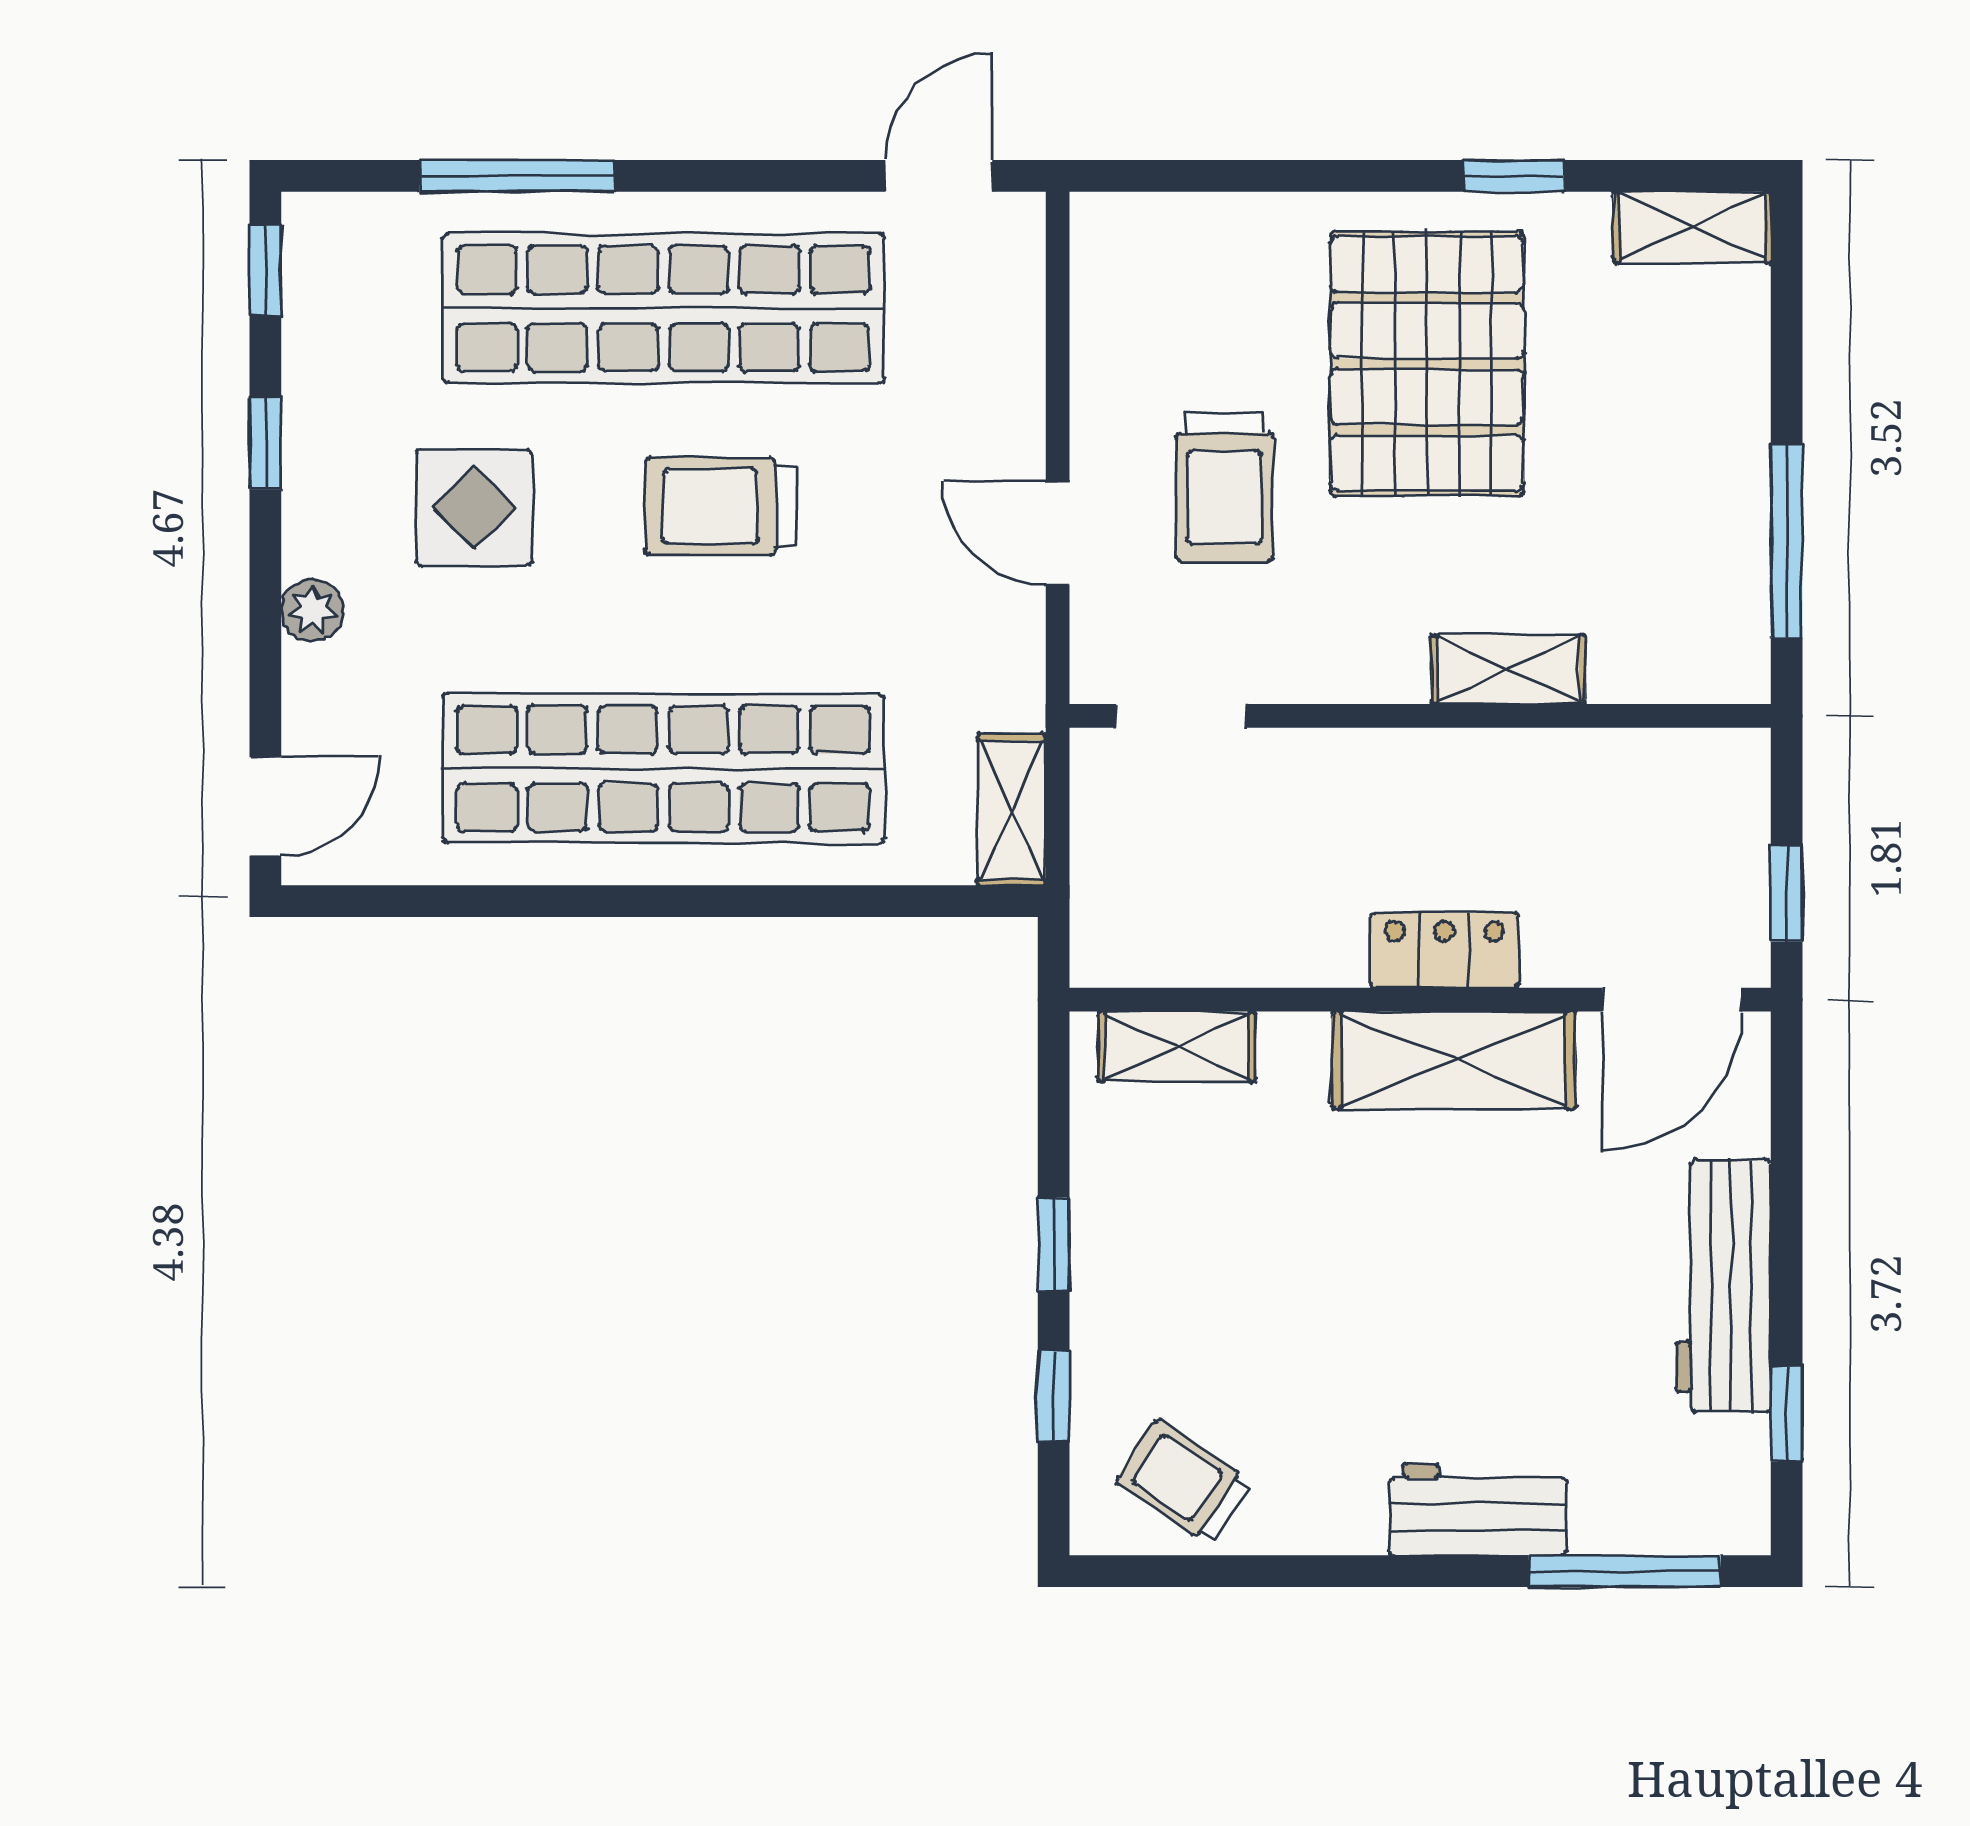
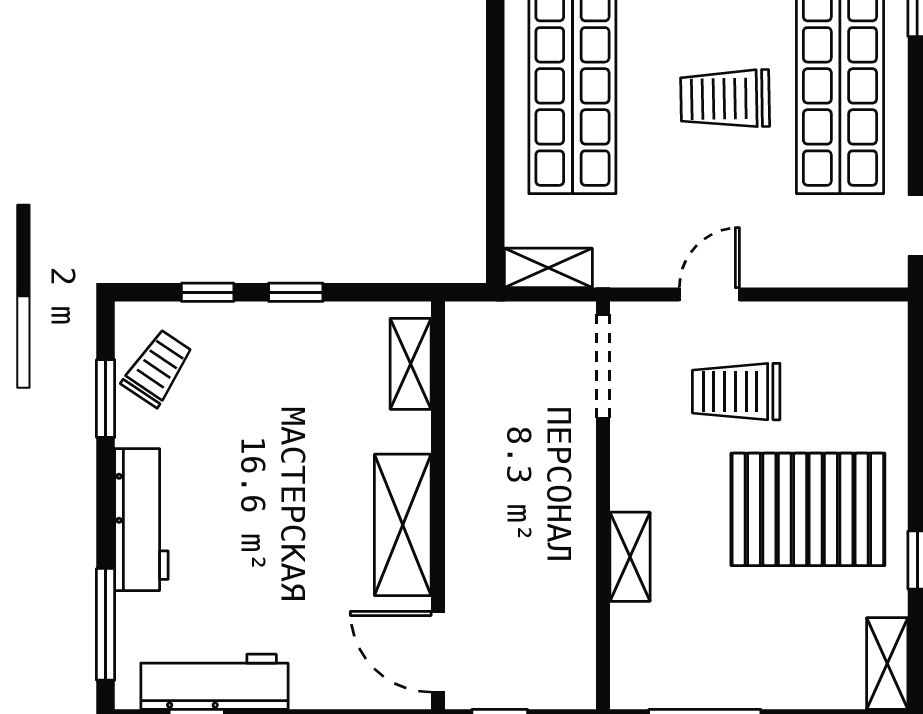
trolley: (721, 506) -> (725, 99), turned -91
doorway: (1181, 716) -> (603, 366), width x1.38
locker: (1445, 950) -> (467, 520), removed
workbench: (1723, 1286) -> (214, 682), moved
workbench: (1478, 1509) -> (141, 520), width x1.37
window: (1236, 1571) -> (106, 398), added

